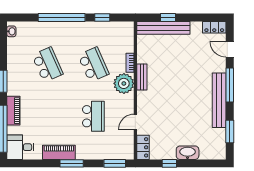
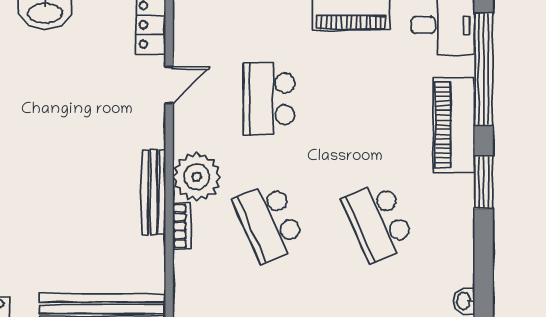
bench: (142, 77) -> (154, 192), width x1.36
piano: (13, 111) -> (454, 125), width x1.37, depth x1.33

